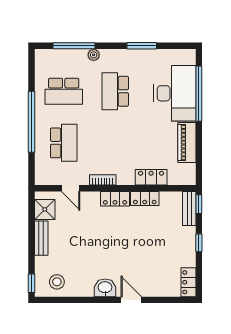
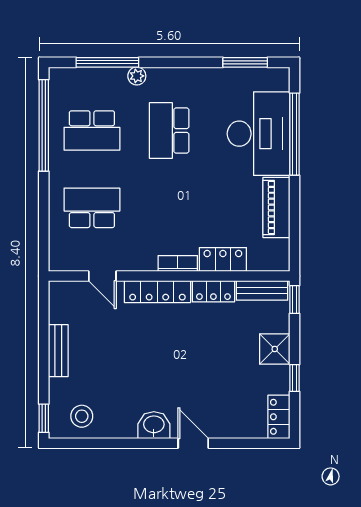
window: (142, 46) -> (245, 62), moved
window: (32, 122) -> (44, 125), moved
school desk: (64, 143) -> (92, 208), turned -90
bookcase: (103, 180) -> (178, 263), moved
locker: (115, 199) -> (157, 292), width x1.53
shower: (45, 209) -> (275, 349), moved
bench: (189, 209) -> (262, 290), moved, turned 90
window: (199, 243) -> (295, 378), moved

